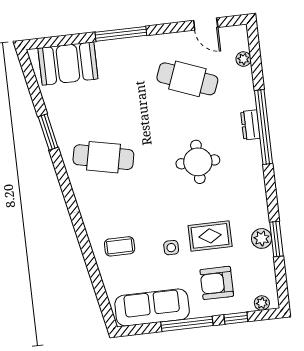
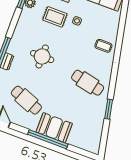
window: (121, 34) -> (48, 139), width x1.46
booth: (68, 64) -> (54, 128), moved
coffee table: (120, 246) -> (103, 46), moved

